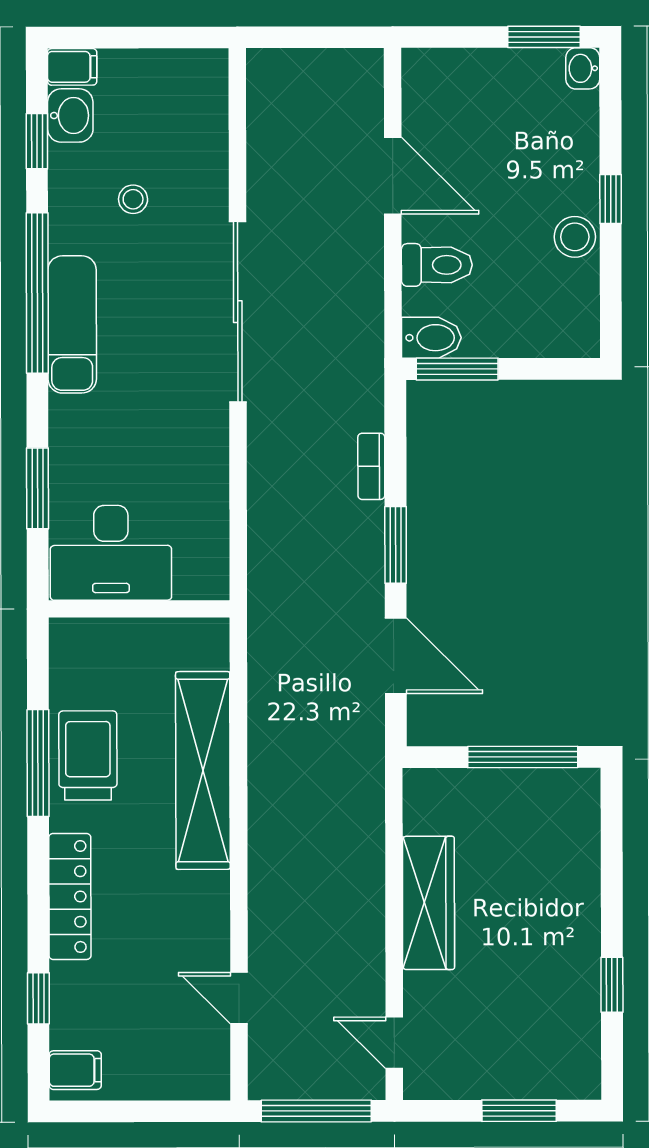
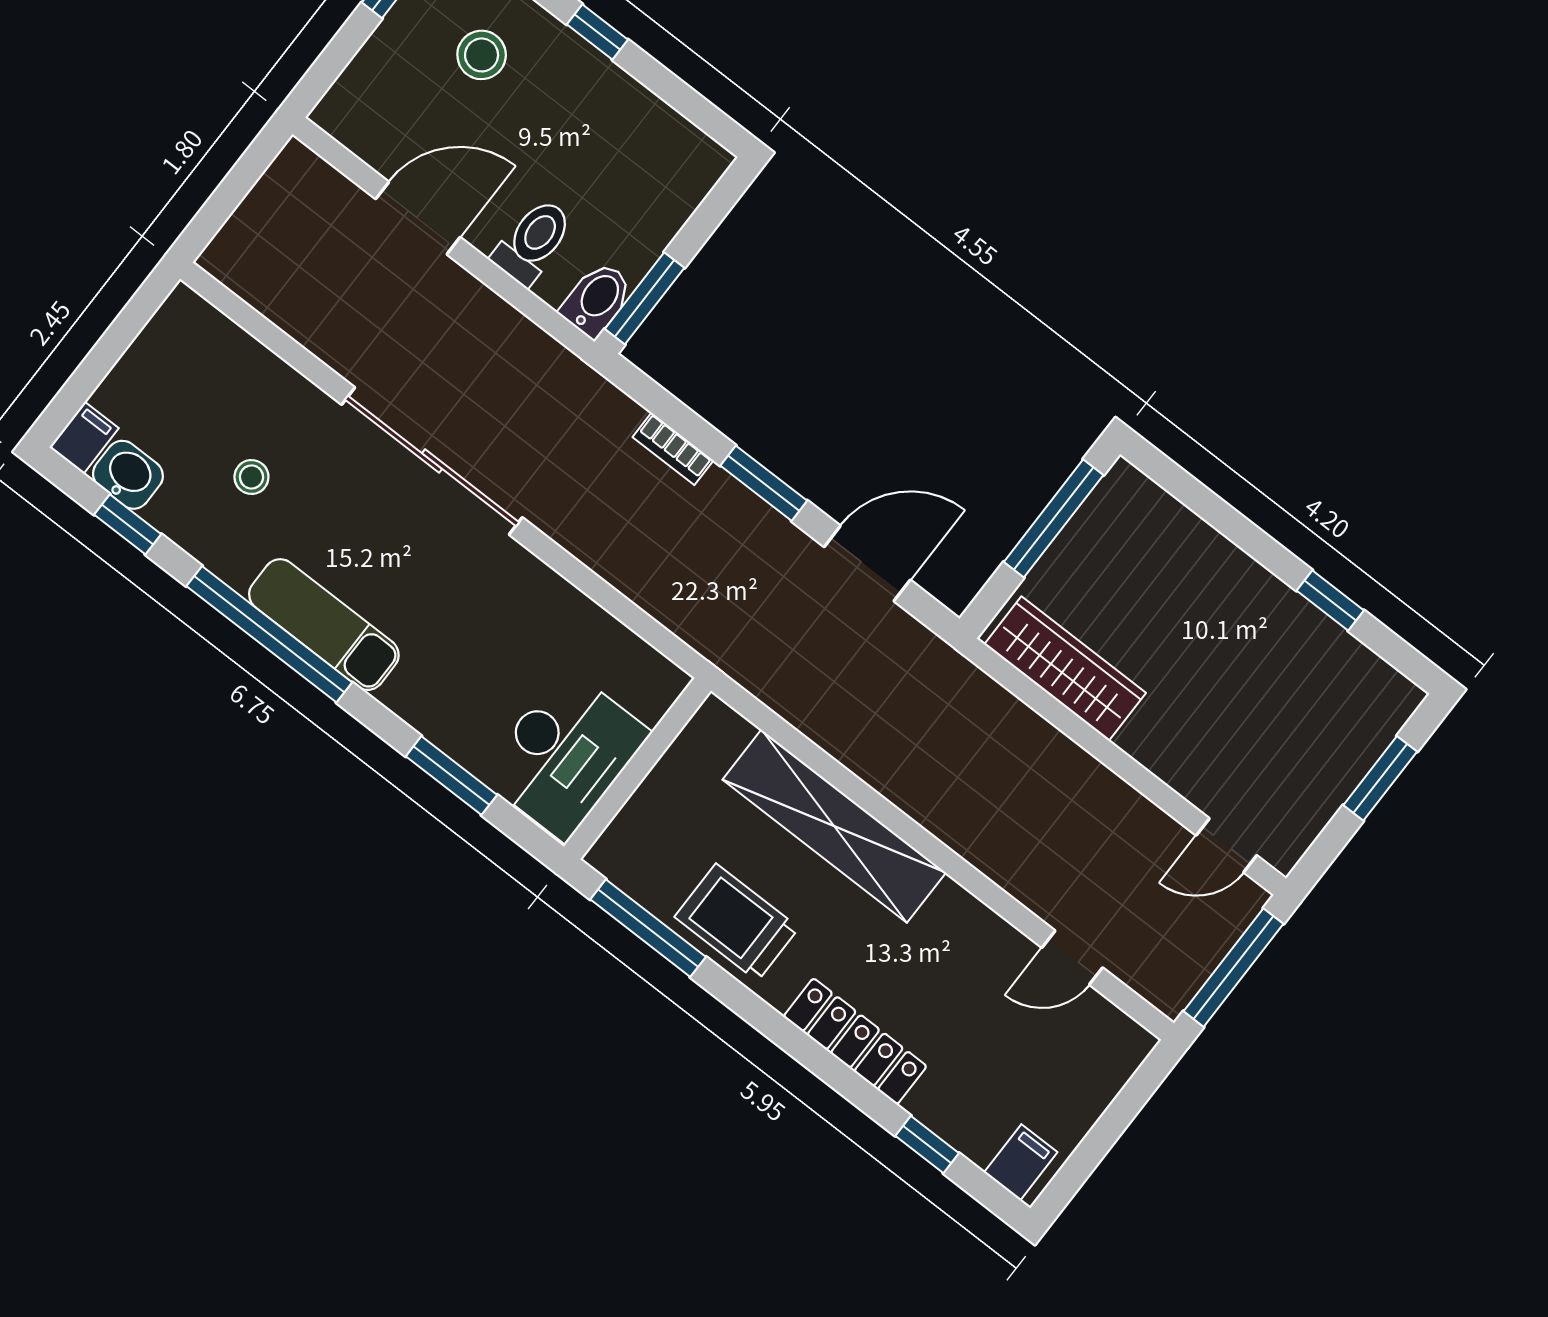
stool: (575, 237) -> (482, 55), moved
window: (38, 763) -> (648, 928), moved
wardrobe: (428, 903) -> (1065, 669), moved

